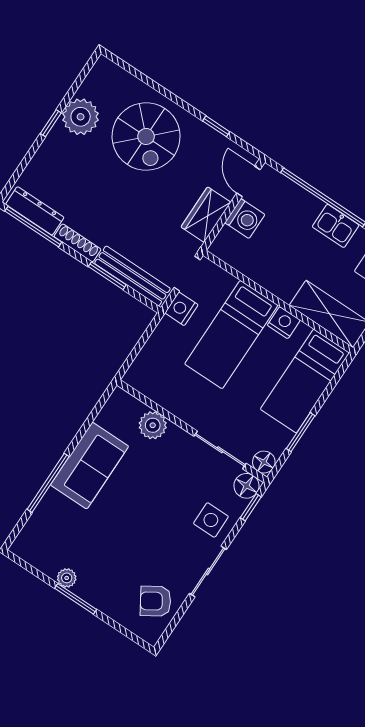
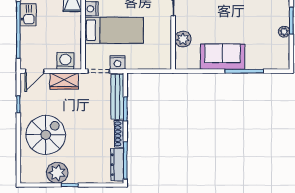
washing machine: (245, 219) -> (65, 61), moved

